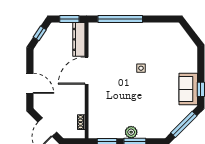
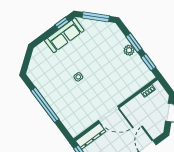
window: (120, 19) -> (45, 105), moved
sofa: (188, 89) -> (64, 35), width x1.36

